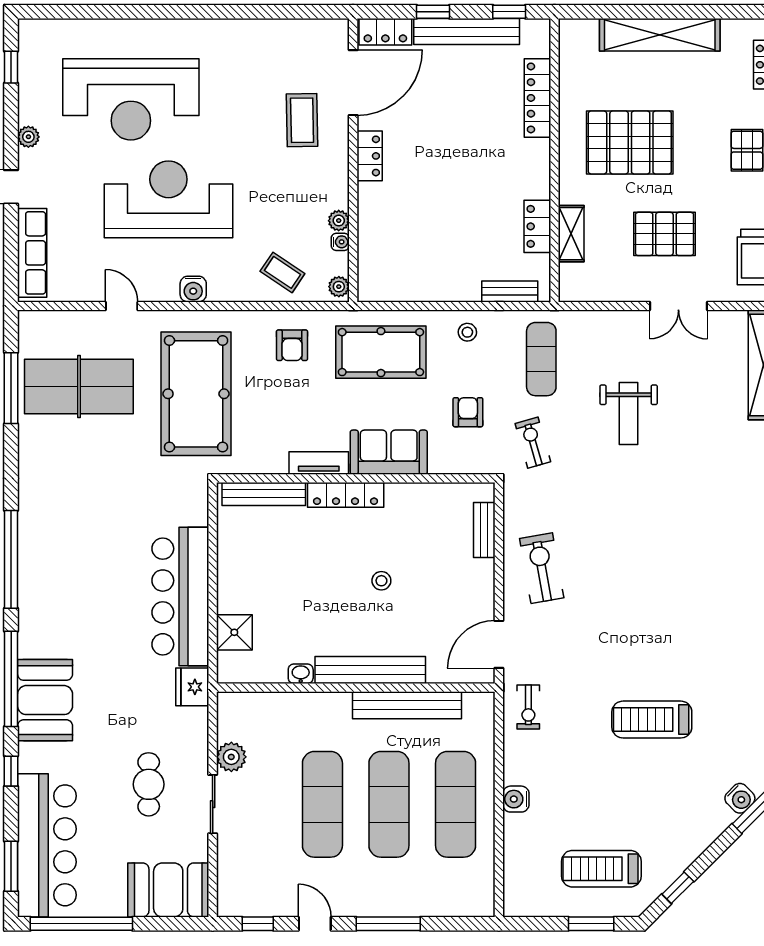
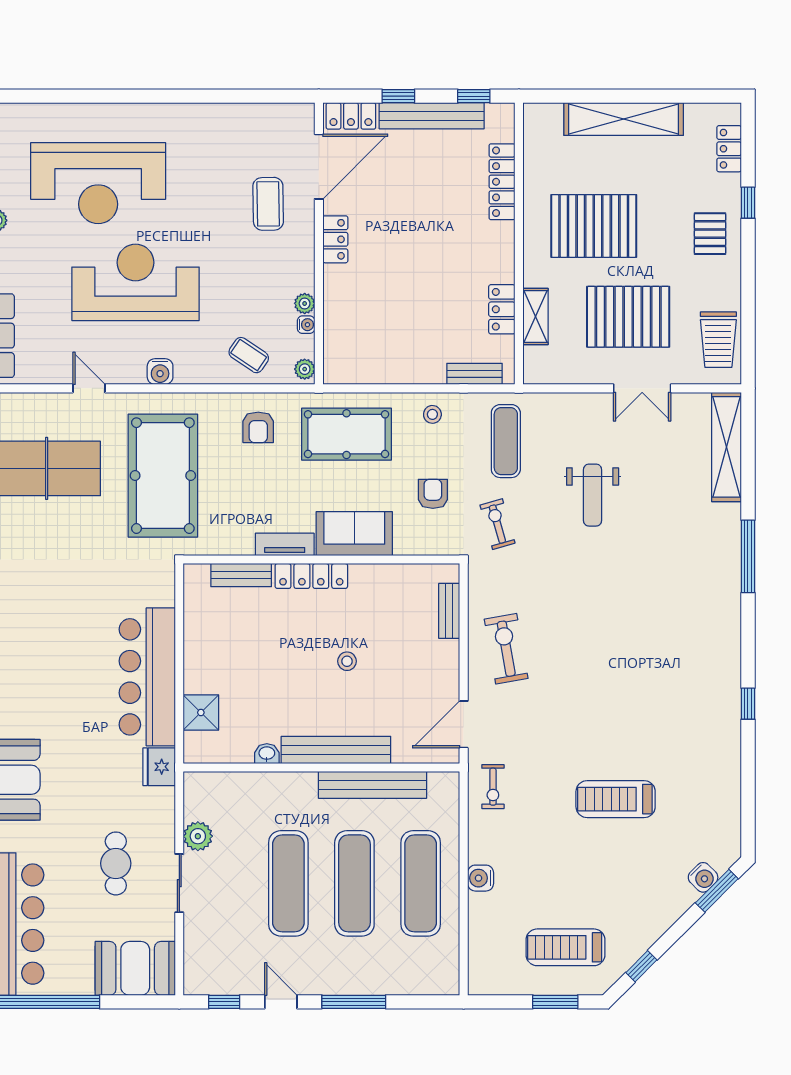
pallet: (664, 234) -> (628, 317), width x1.37, depth x1.41
bench: (264, 494) -> (241, 575), width x0.73

